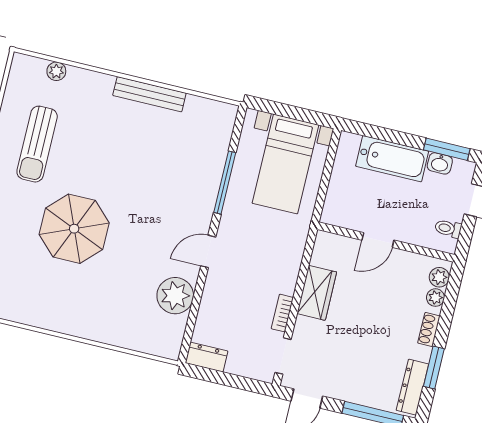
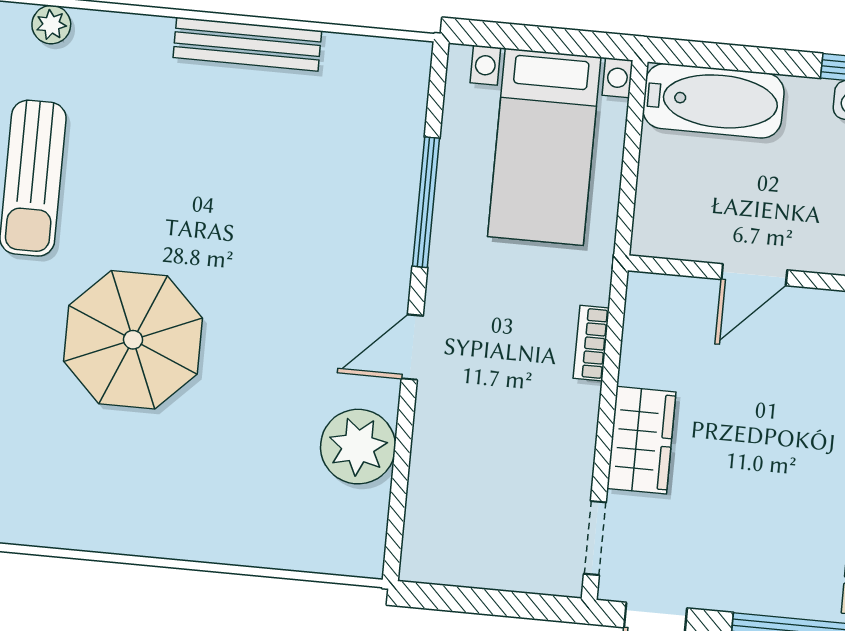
bathtub: (392, 159) -> (713, 101), moved
wardrobe: (317, 293) -> (641, 440), moved
bookcase: (282, 313) -> (591, 343), moved
dresser: (206, 357) -> (439, 563), removed

